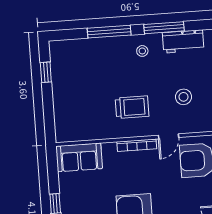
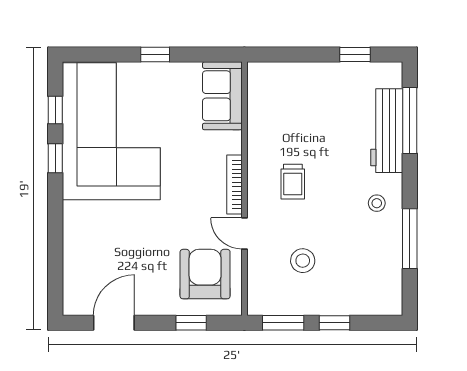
window: (109, 32) -> (410, 120), moved
workbench: (183, 41) -> (387, 131), moved, width x1.38
trolley: (132, 107) -> (293, 182), width x0.73, depth x0.72

